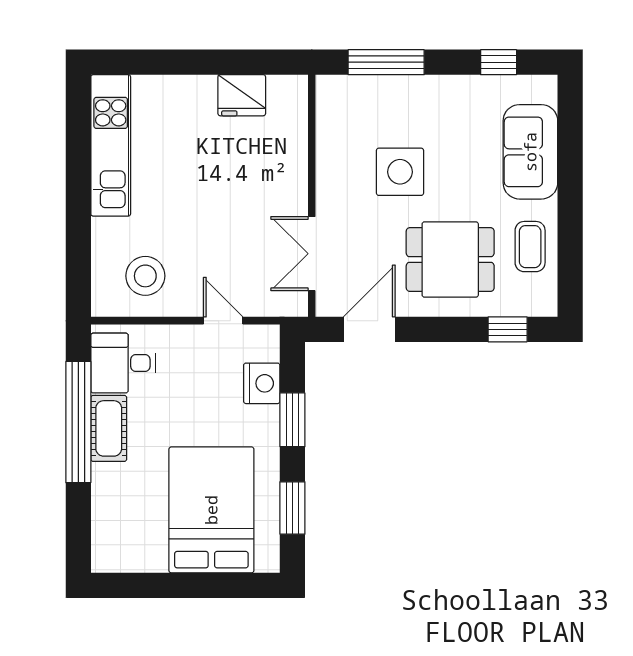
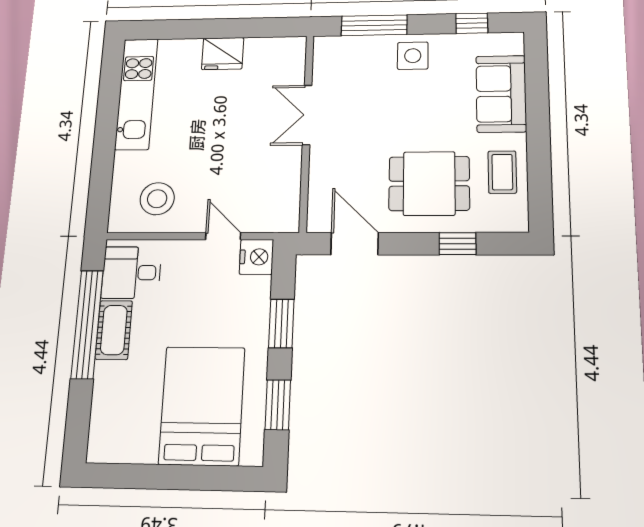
fridge: (242, 95) -> (223, 54), moved
side table: (400, 172) -> (413, 56), moved, width x0.73, depth x0.73
double door: (312, 254) -> (307, 115), moved
door: (369, 329) -> (355, 244), hinge flipped
window: (508, 329) -> (458, 244), moved
nightstand: (262, 383) -> (256, 257), moved

